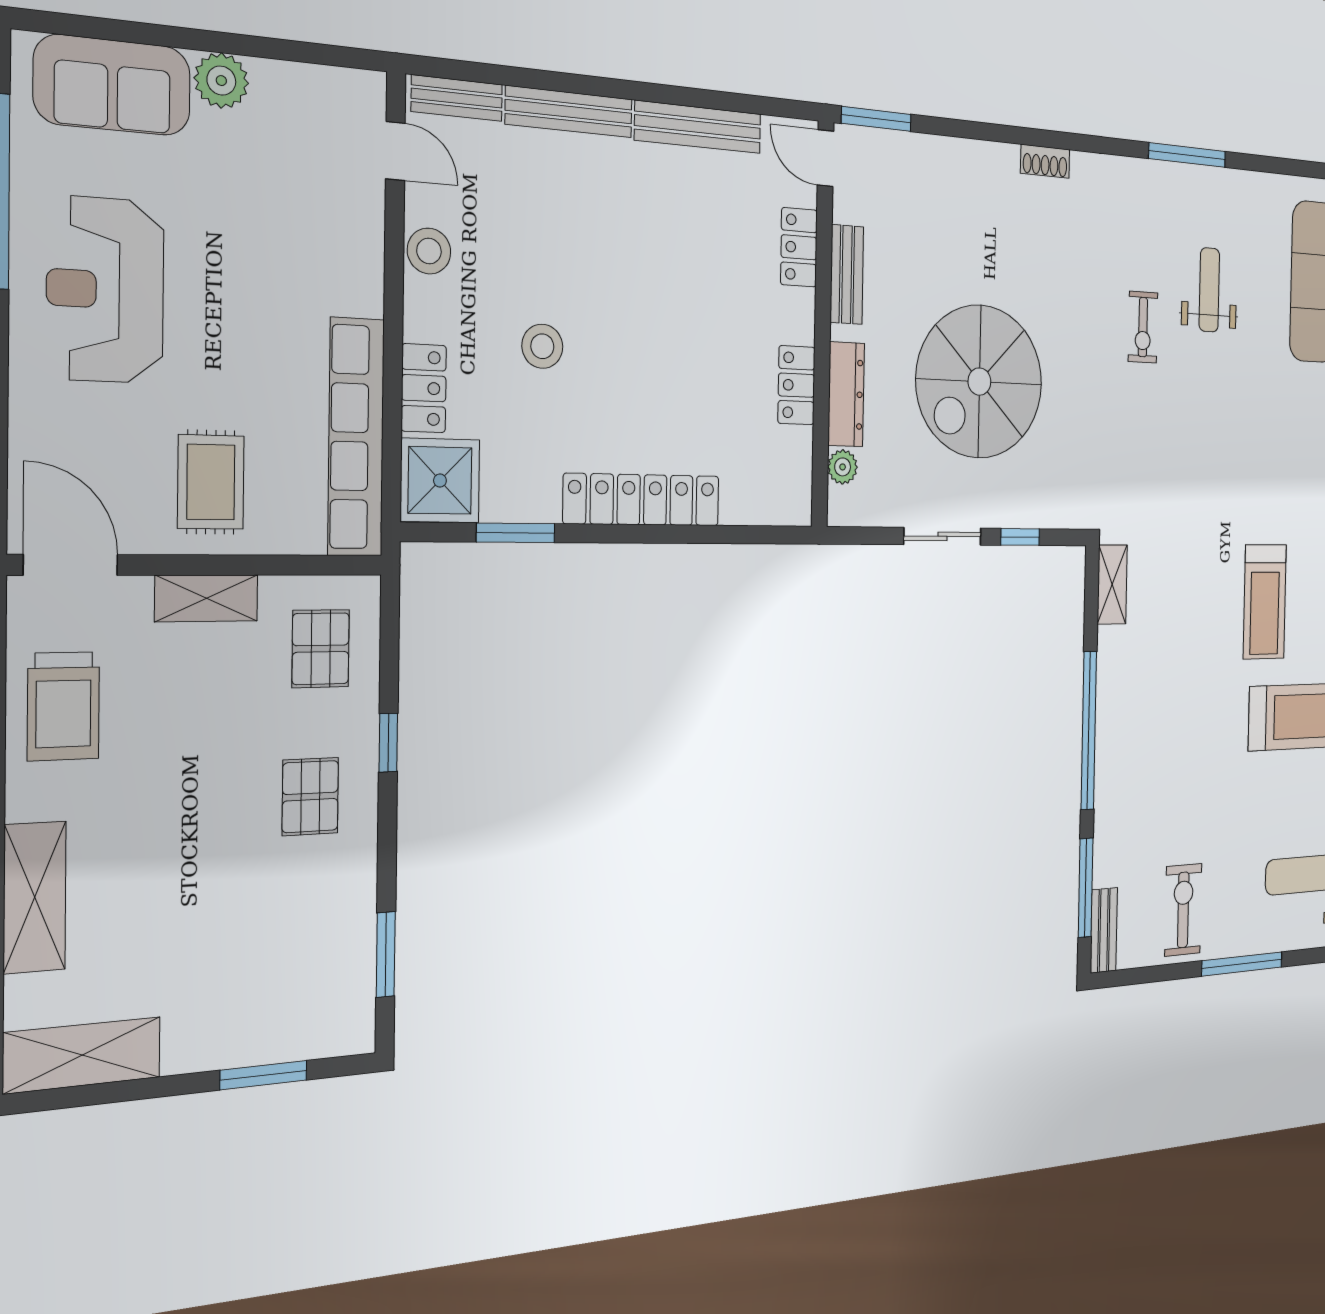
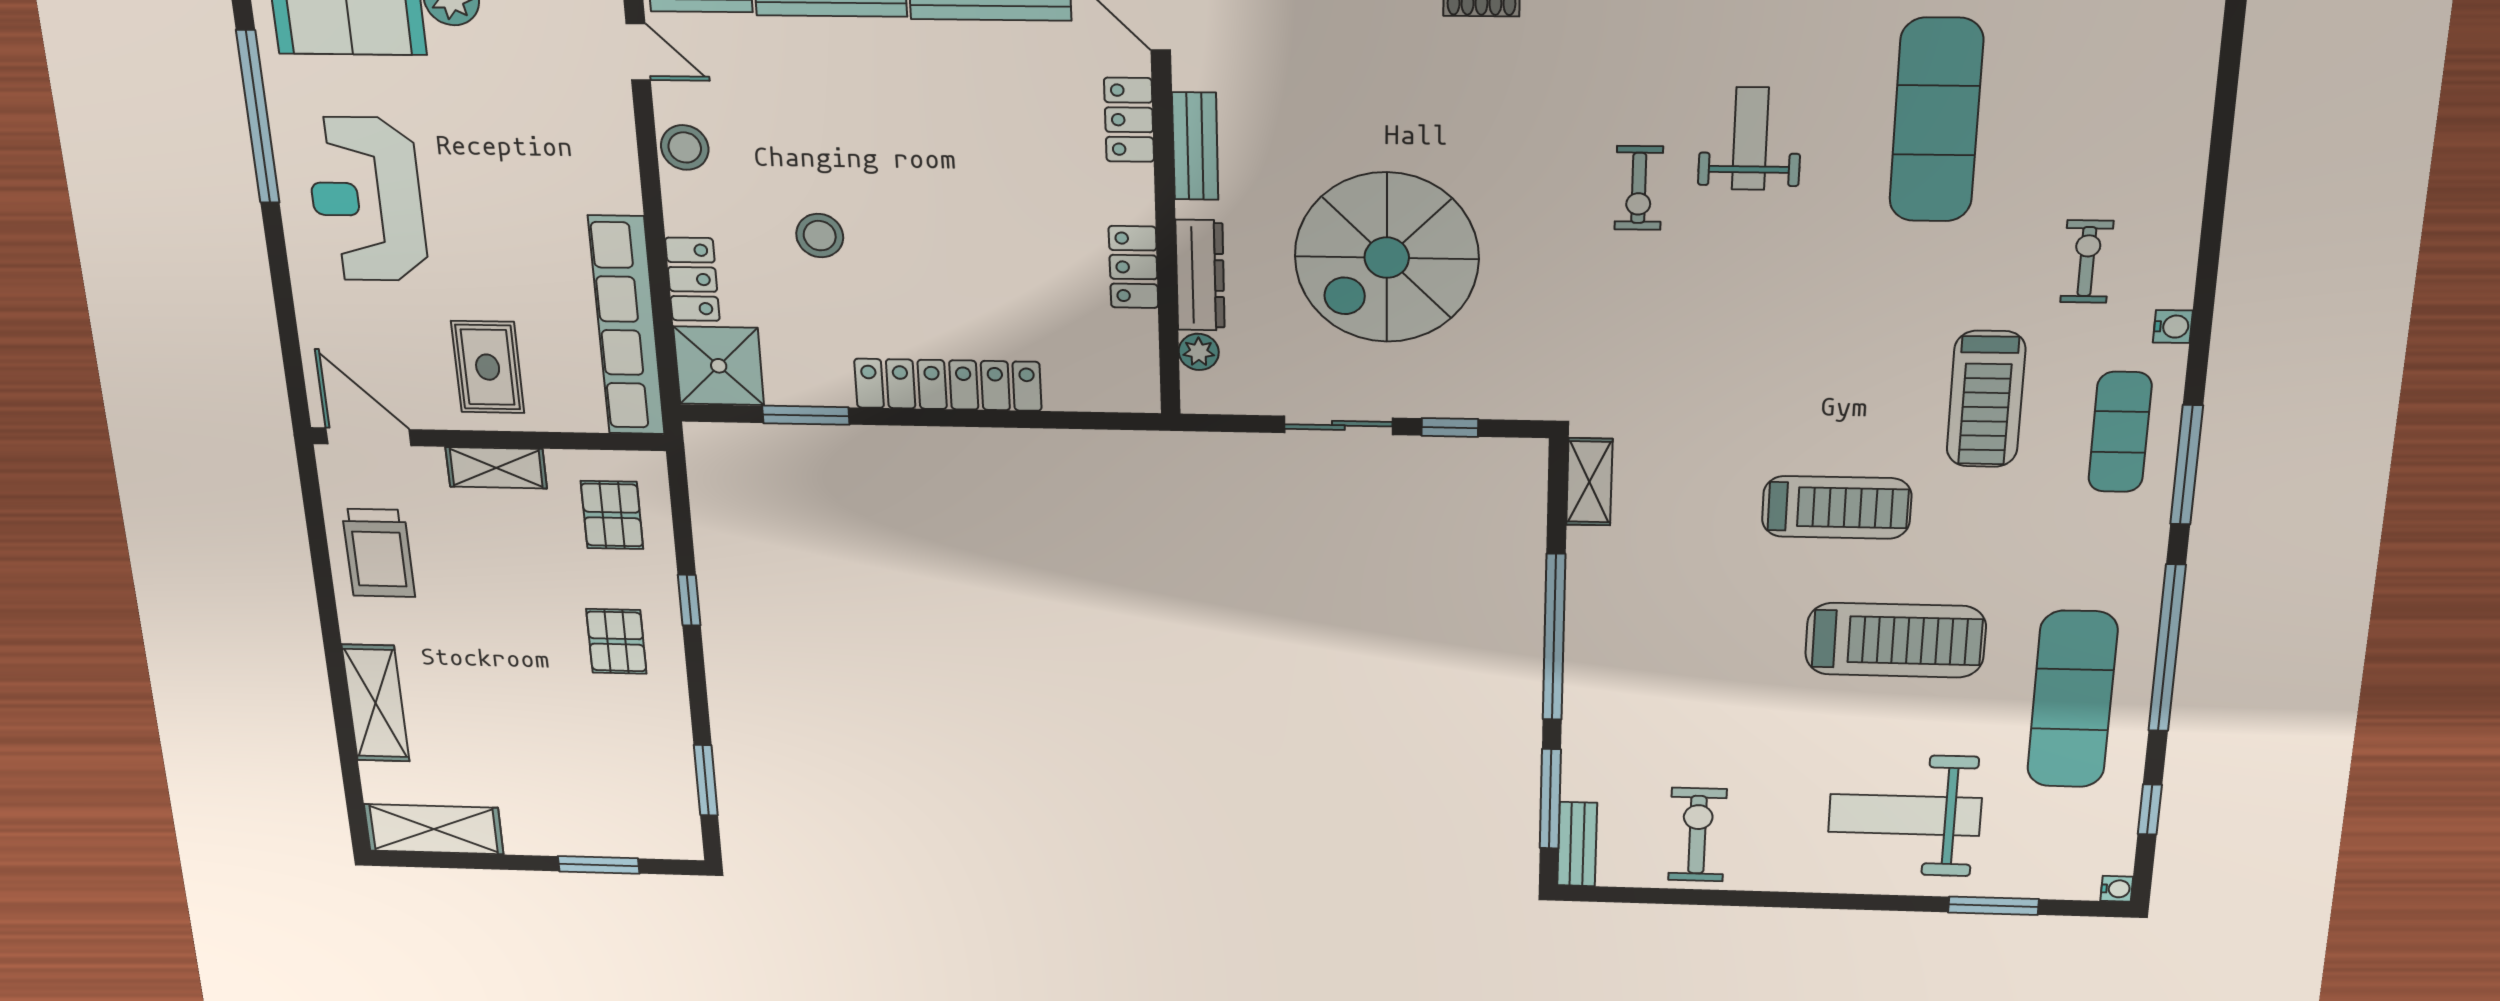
treadmill: (1265, 602) -> (1837, 507), turned -90
window: (1242, 964) -> (1789, 900), removed

